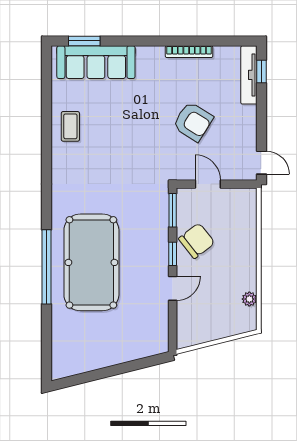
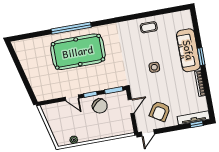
window: (84, 41) -> (201, 57), moved
sofa: (96, 62) -> (188, 50), moved
armchair: (193, 122) -> (160, 111), moved
side table: (145, 129) -> (154, 67), added

